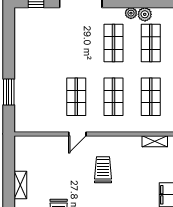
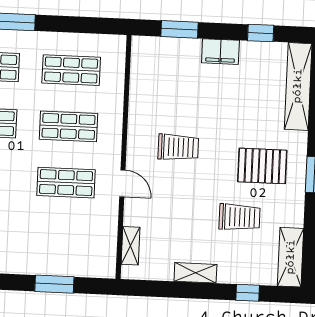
shelving: (155, 141) -> (131, 246), moved
trolley: (103, 170) -> (178, 147), turned 180

